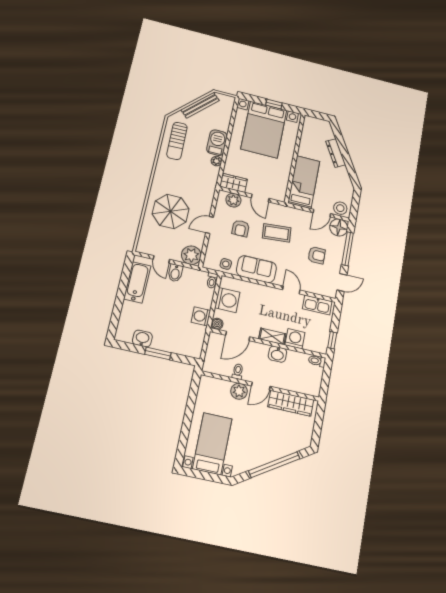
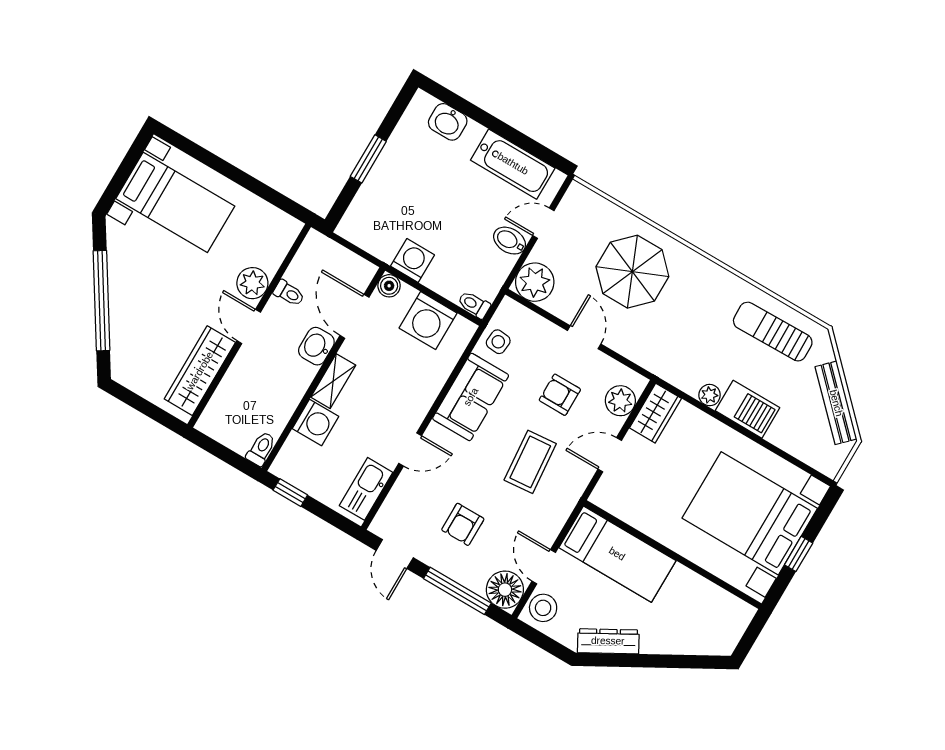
dresser: (336, 153) -> (608, 641), moved
washbasin: (142, 339) -> (448, 122), moved, turned 90
washbasin: (277, 354) -> (316, 346), moved

